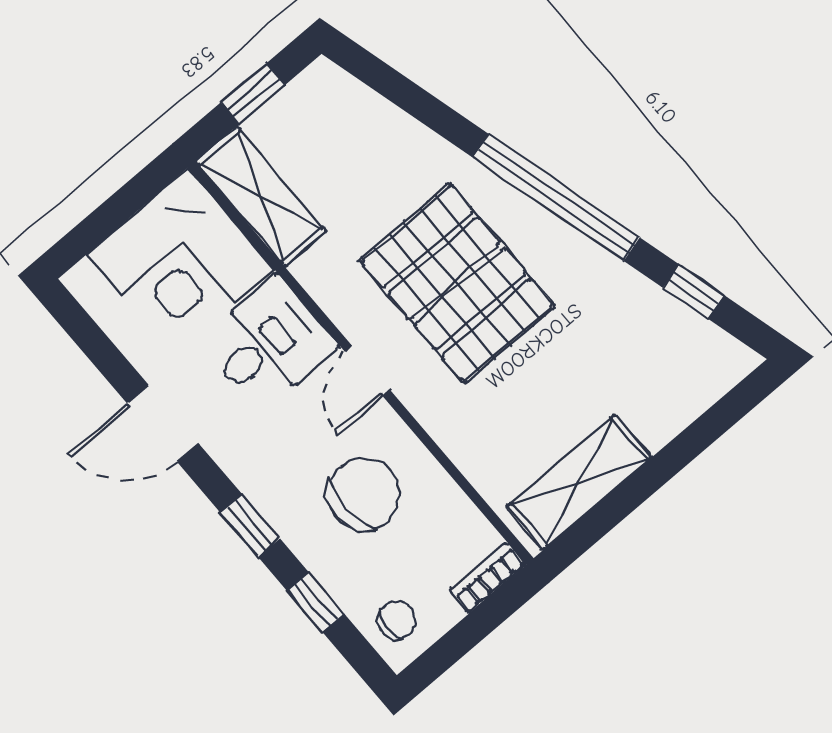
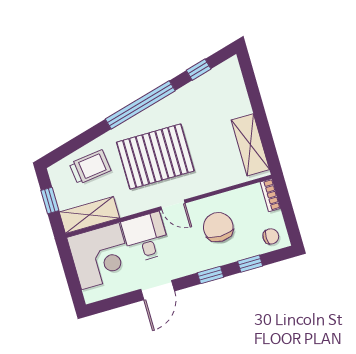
trolley: (368, 149) -> (90, 167), added
chair: (397, 620) -> (271, 236), turned 90

